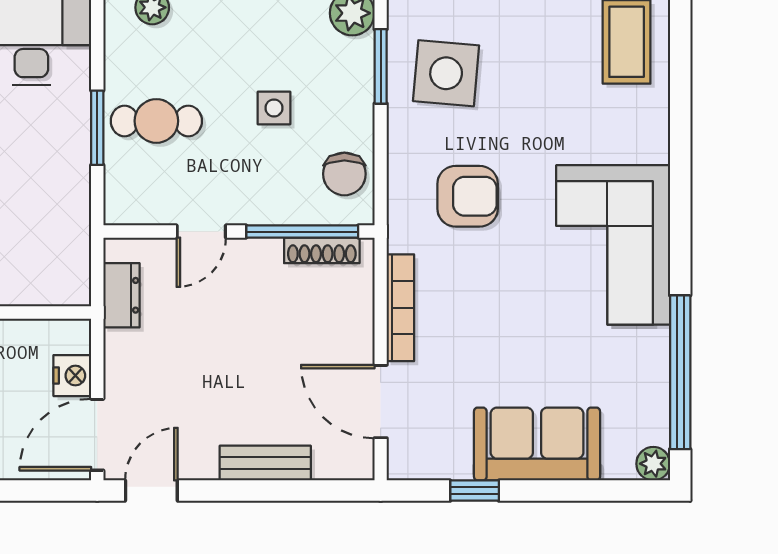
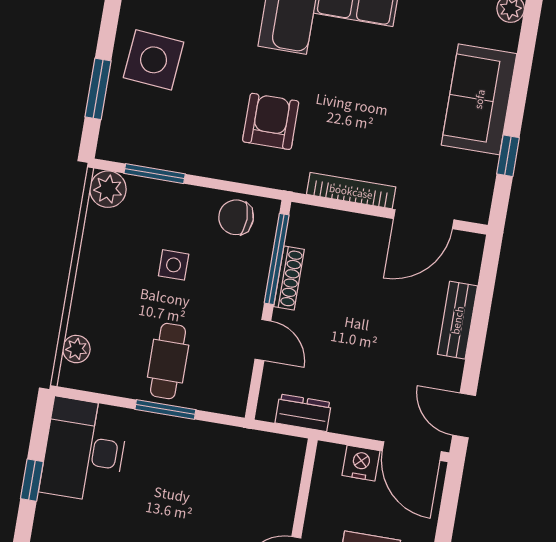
side table: (446, 73) -> (154, 60), moved
chair: (344, 174) -> (236, 217), turned 180
shoe rack: (322, 250) -> (289, 278), moved

